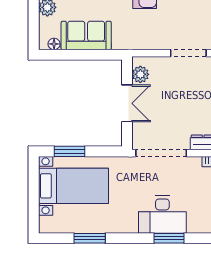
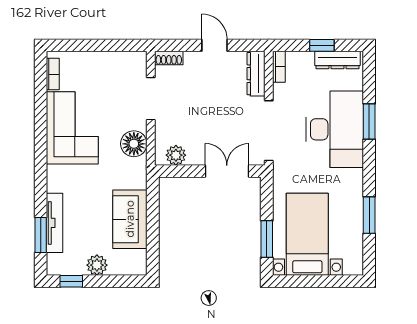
floor lamp: (54, 44) -> (134, 144), moved, width x1.89, depth x1.89
double door: (127, 103) -> (227, 171), moved
desk: (162, 215) -> (335, 129), width x1.36, depth x1.30

